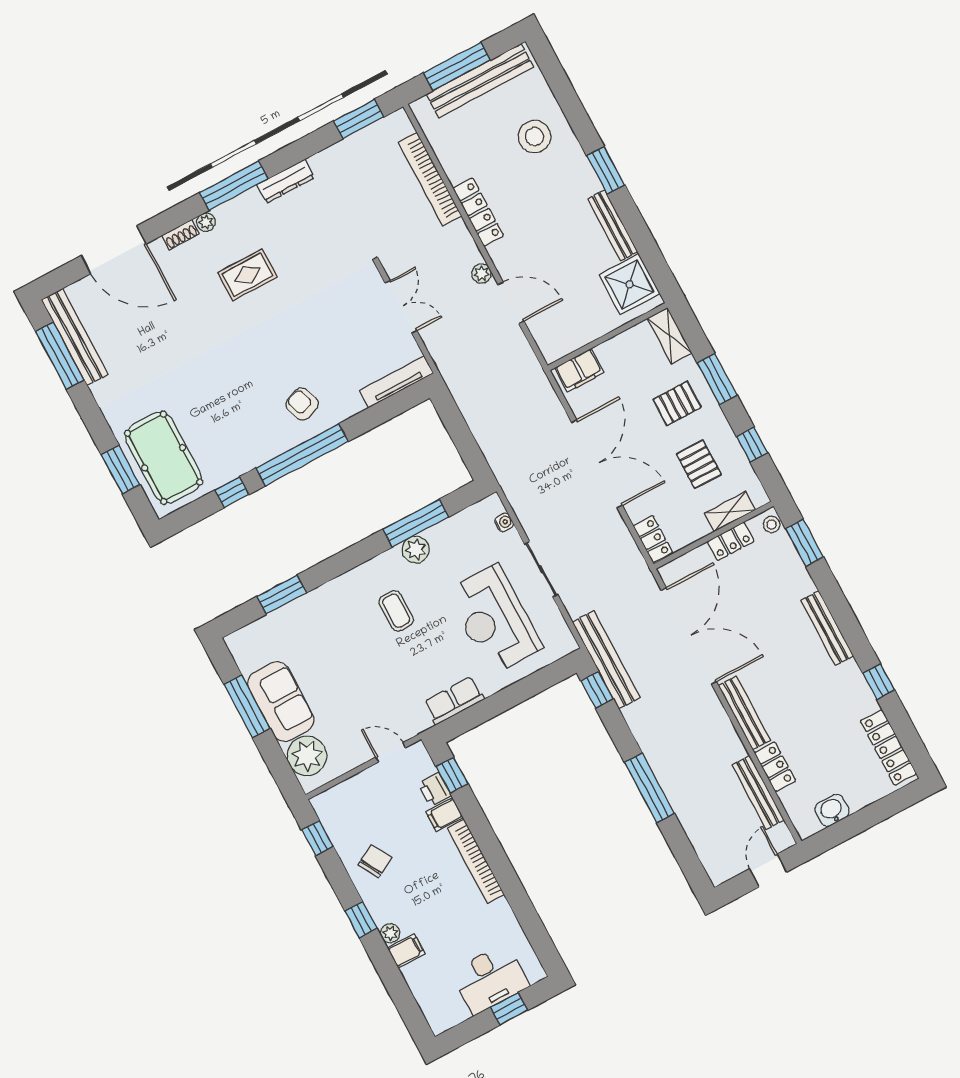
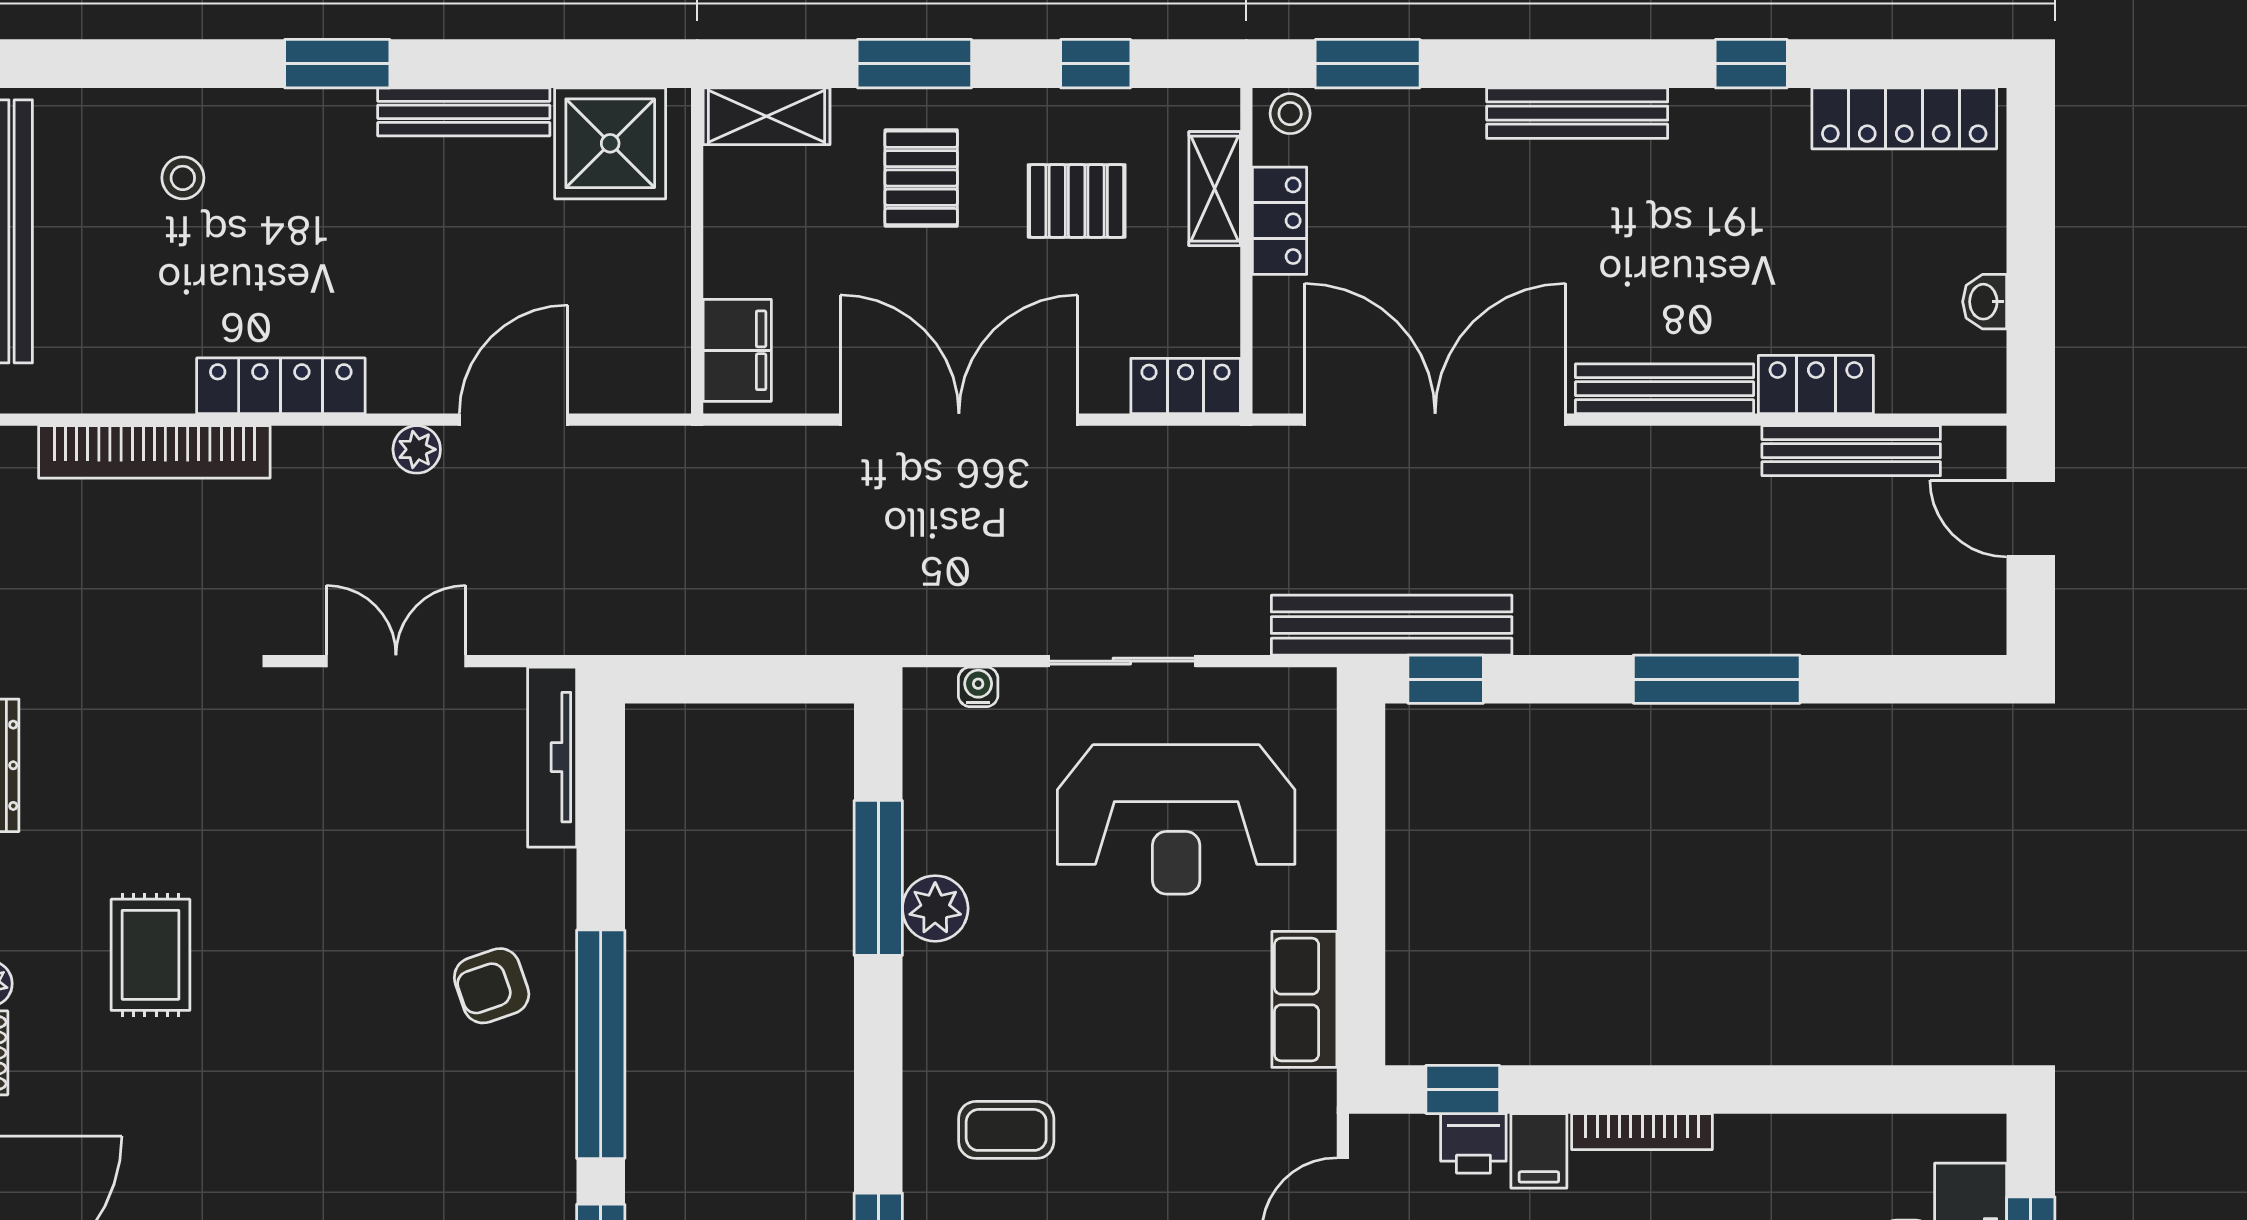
stool: (535, 137) -> (183, 178), width x0.53, depth x0.53
coffee table: (396, 611) -> (1006, 1130), moved
washbasin: (832, 810) -> (1985, 302), width x0.72, depth x0.69
bookcase: (476, 862) -> (1642, 1132), width x0.68, depth x0.76

